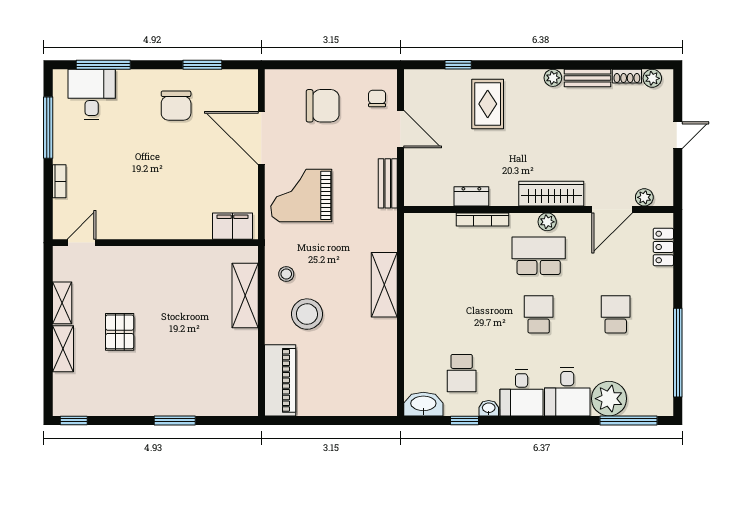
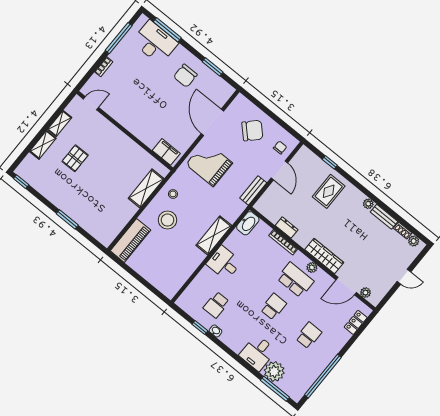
desk: (92, 94) -> (155, 42), width x1.37
chair: (323, 106) -> (252, 131), turned -45
desk: (522, 393) -> (224, 263), moved, turned 90
washbasin: (423, 404) -> (248, 223), moved, turned 90

